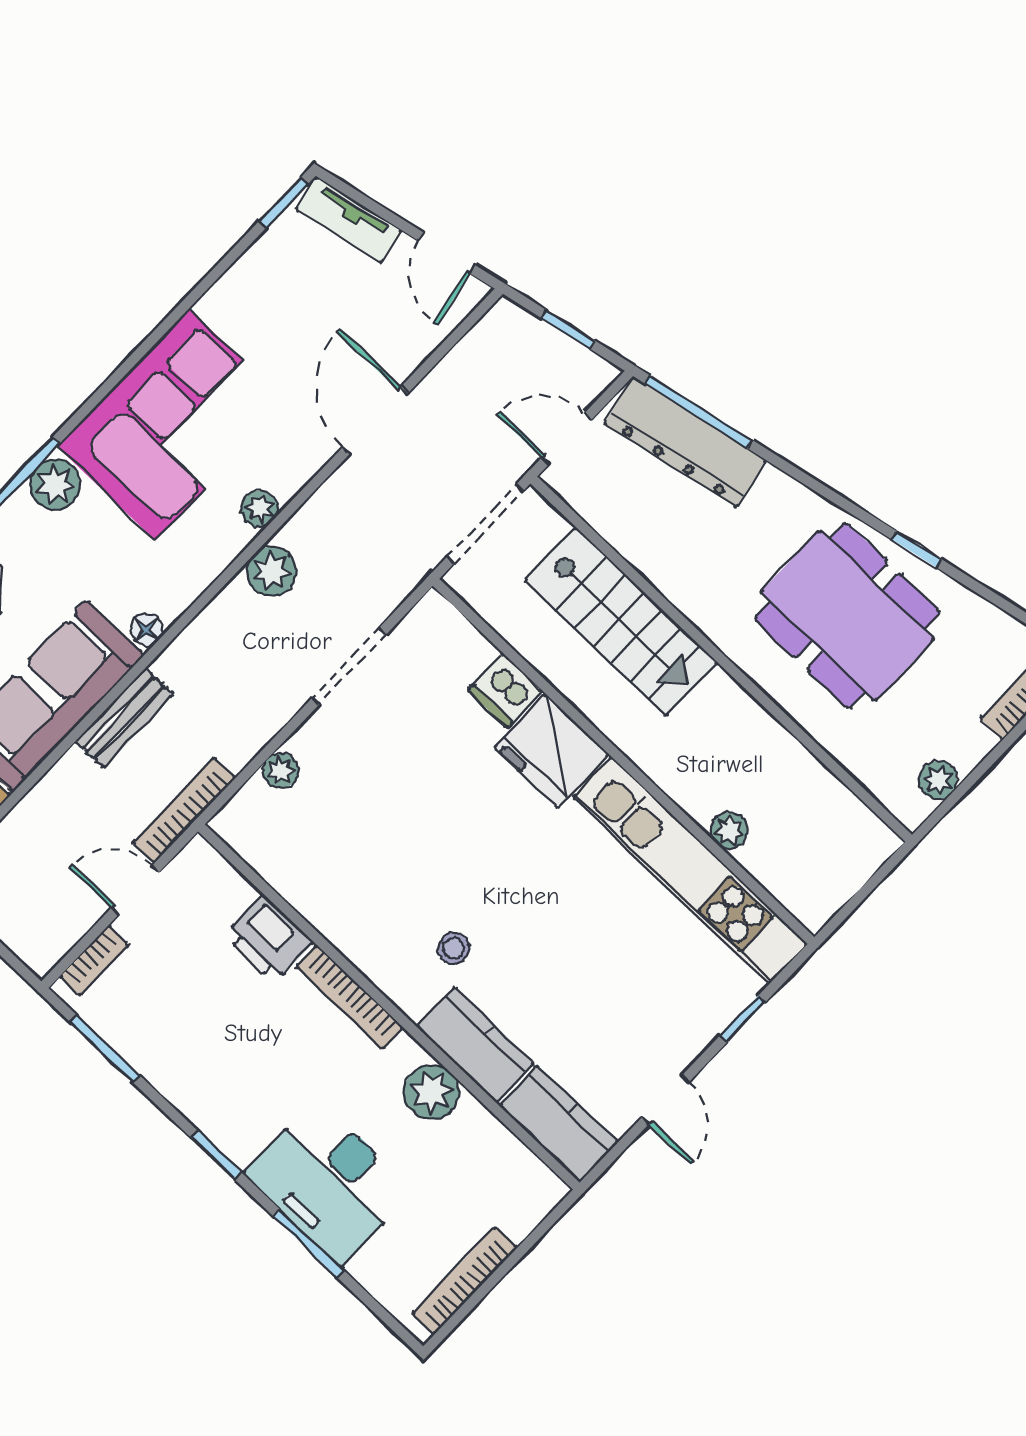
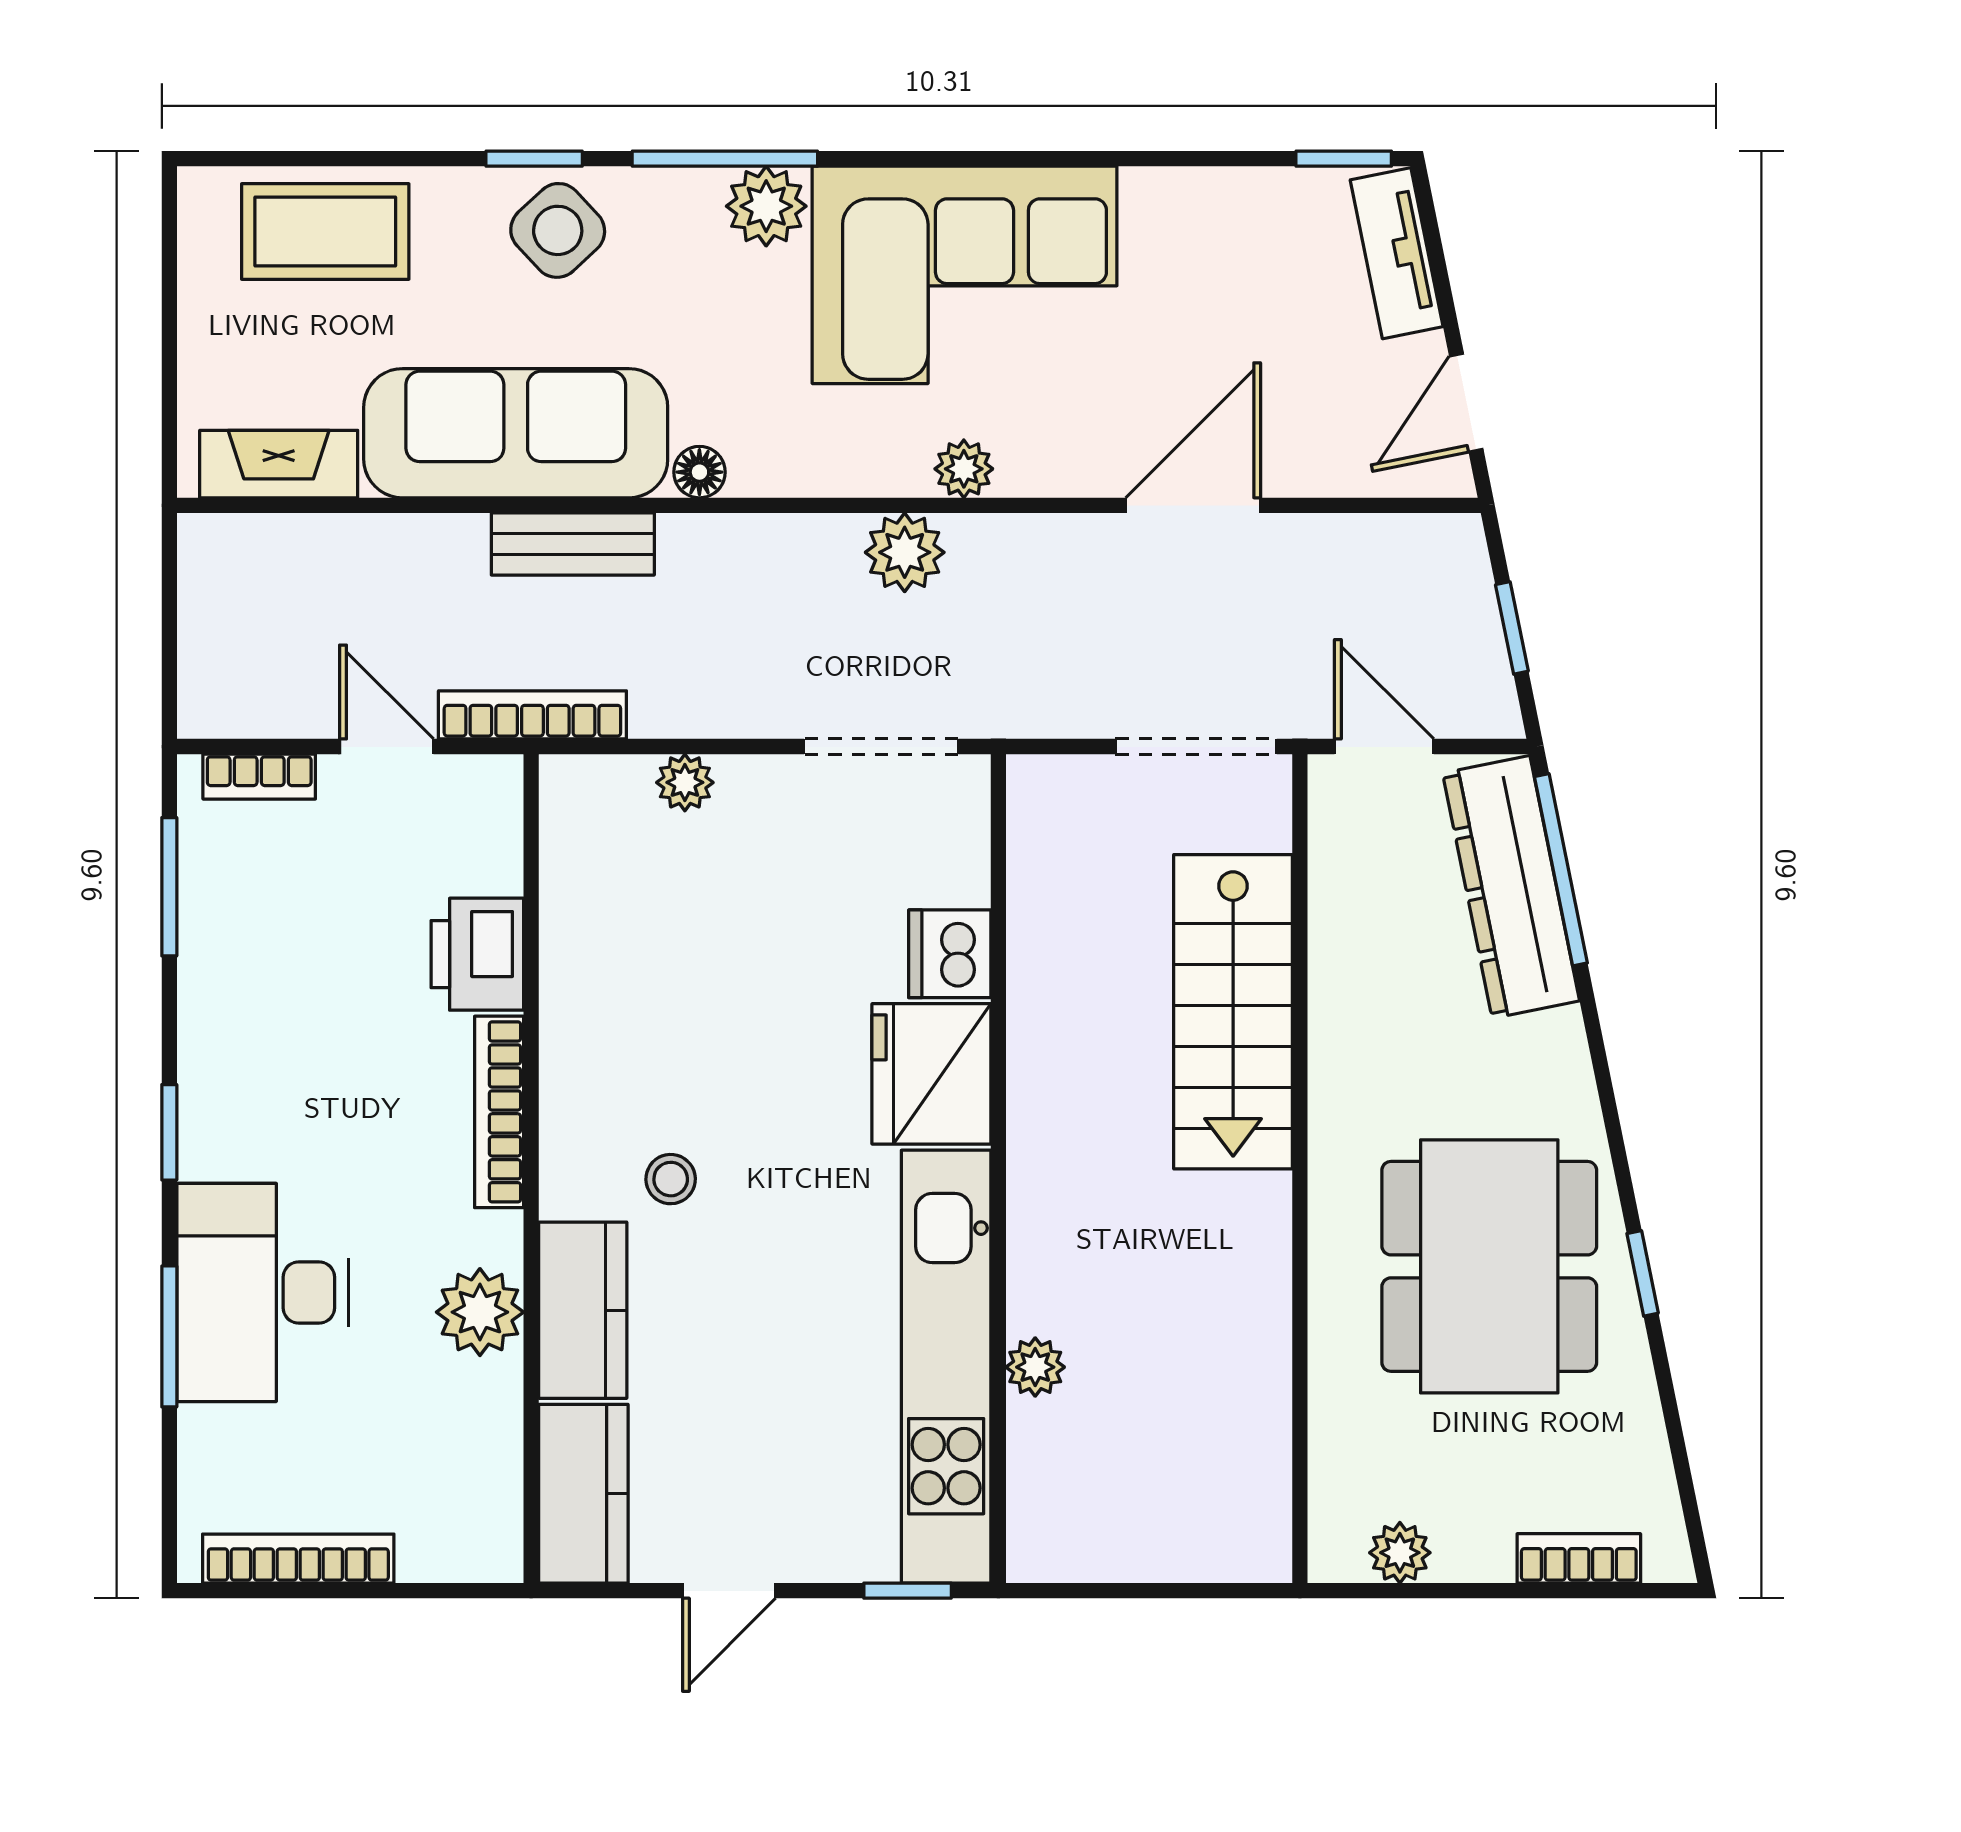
dishwasher: (505, 691) -> (950, 954), moved
fridge: (552, 751) -> (931, 1074), moved
wall: (623, 761) -> (998, 1169), moved
plant: (729, 831) -> (1035, 1367), moved
kitchen unit: (690, 871) -> (946, 1367), moved

